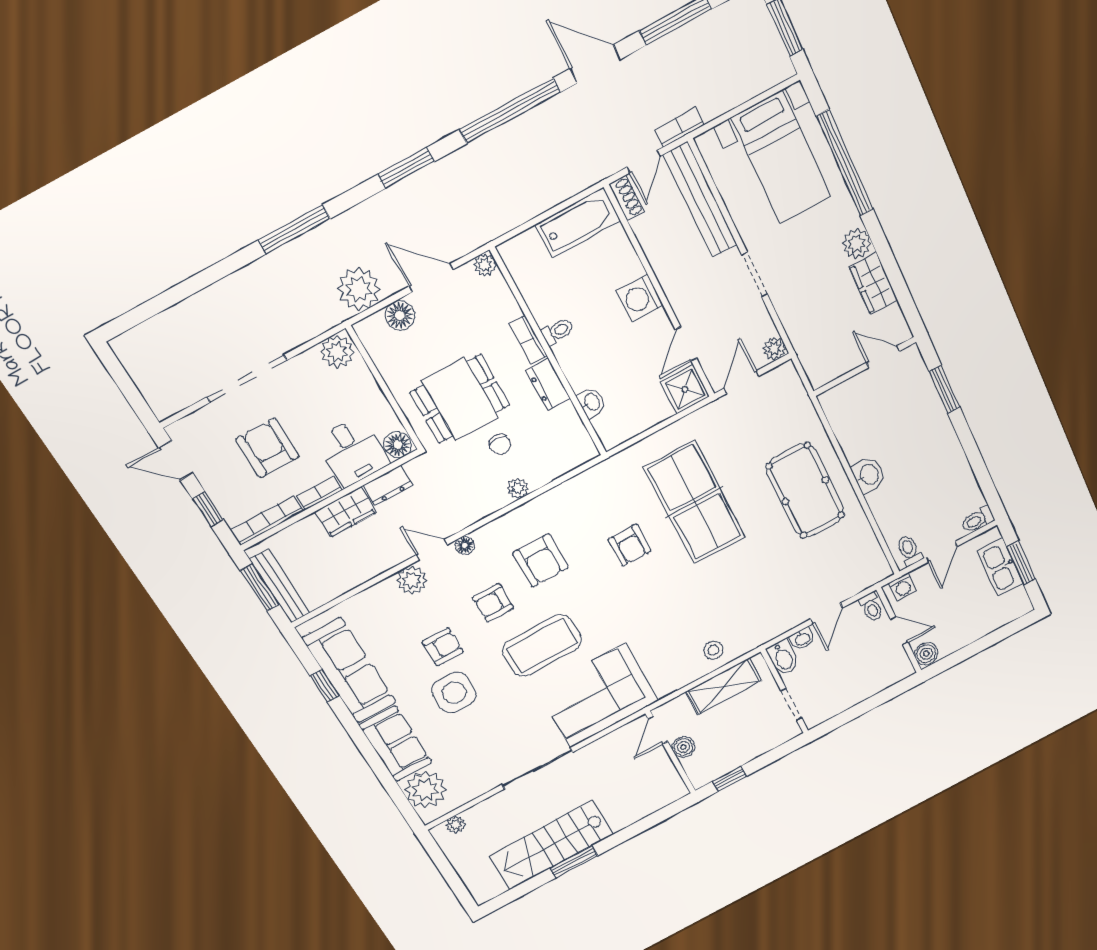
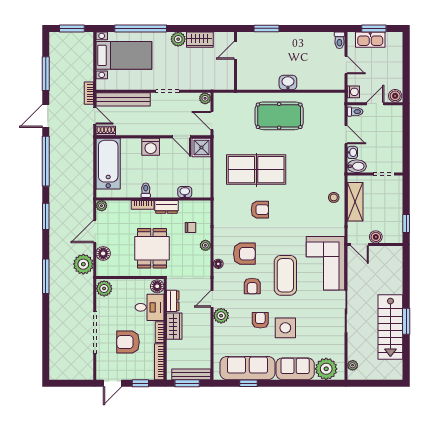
bathtub: (578, 223) -> (108, 164), width x1.36, depth x1.36
chair: (500, 444) -> (191, 227), moved
floor lamp: (465, 545) -> (218, 264), moved
toilet: (909, 550) -> (336, 80), removed

